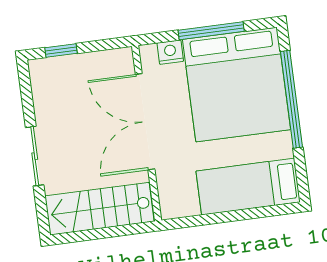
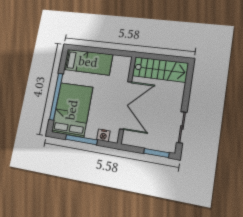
window: (61, 50) -> (156, 153), width x1.50
bed: (237, 85) -> (72, 110), width x0.73
sliding door: (35, 156) -> (182, 127), moved

